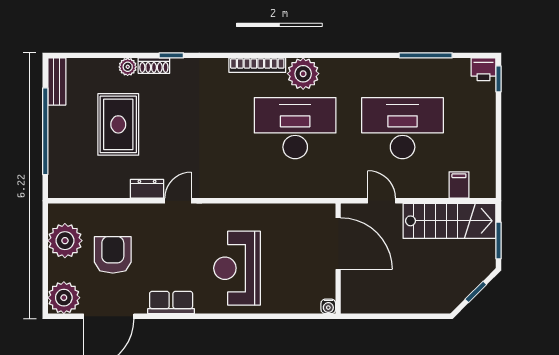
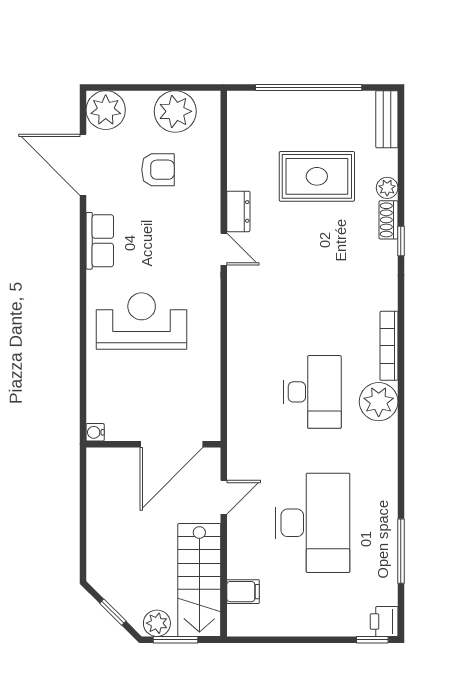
bench: (57, 82) -> (387, 119), moved, turned 90
desk: (295, 128) -> (312, 392), width x0.73, depth x0.77
armchair: (113, 255) -> (158, 170), width x0.72, depth x0.72
plant: (485, 256) -> (157, 623), added

